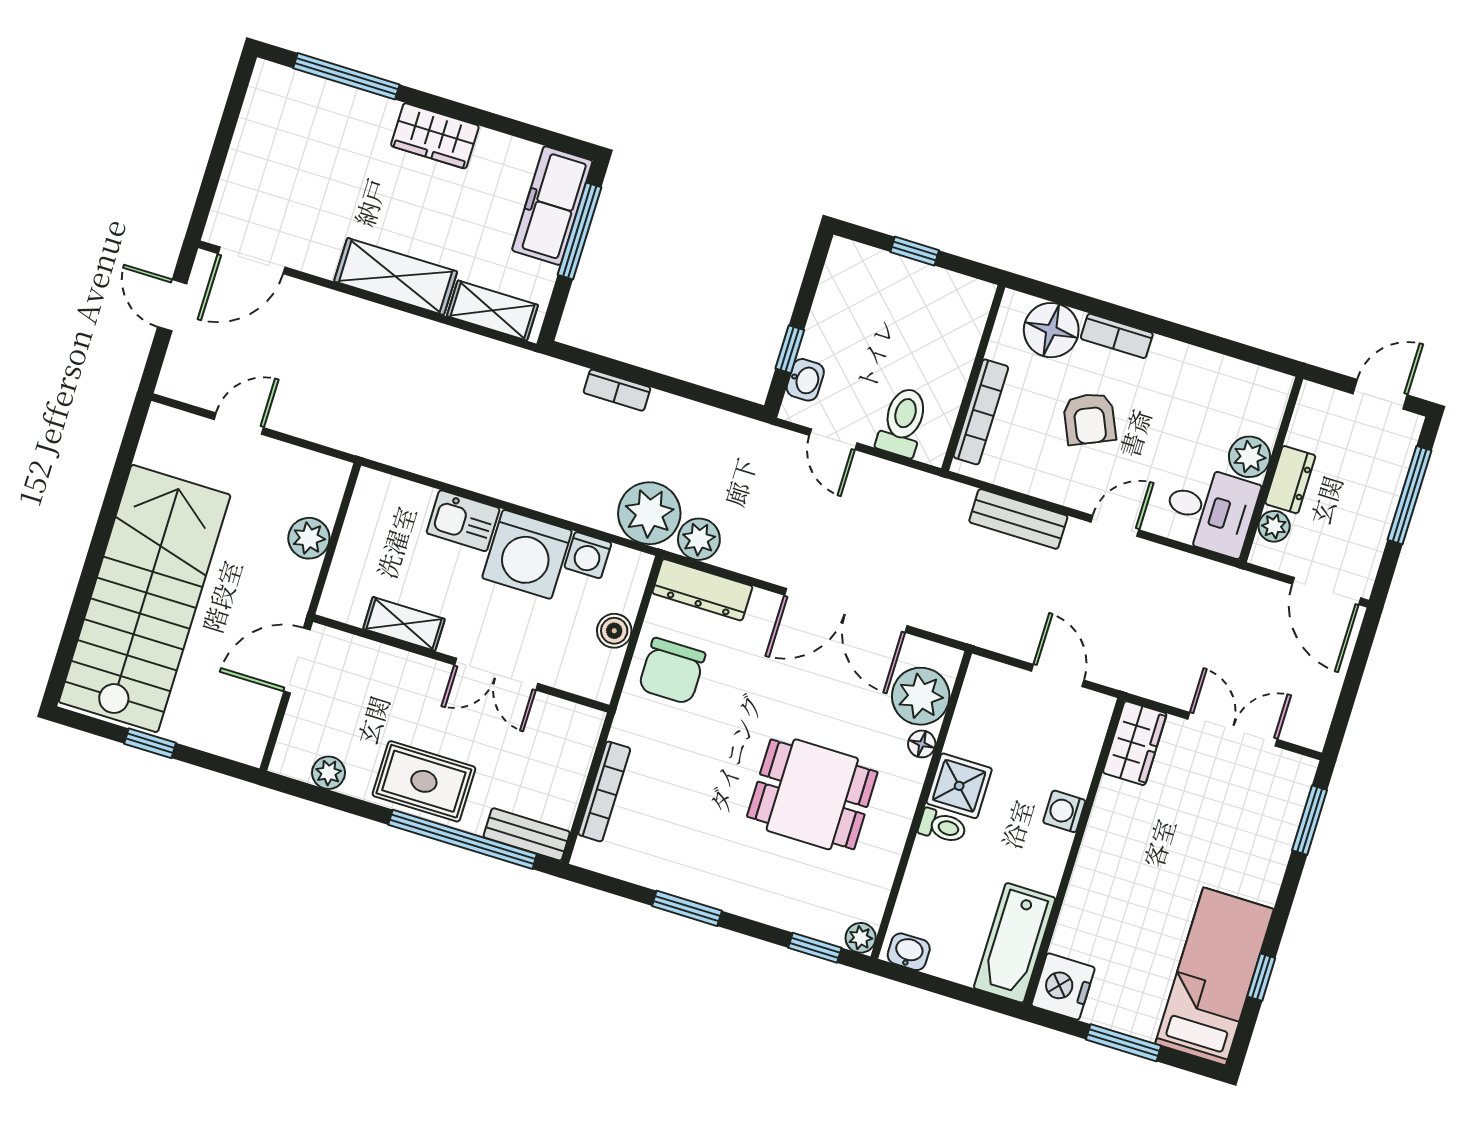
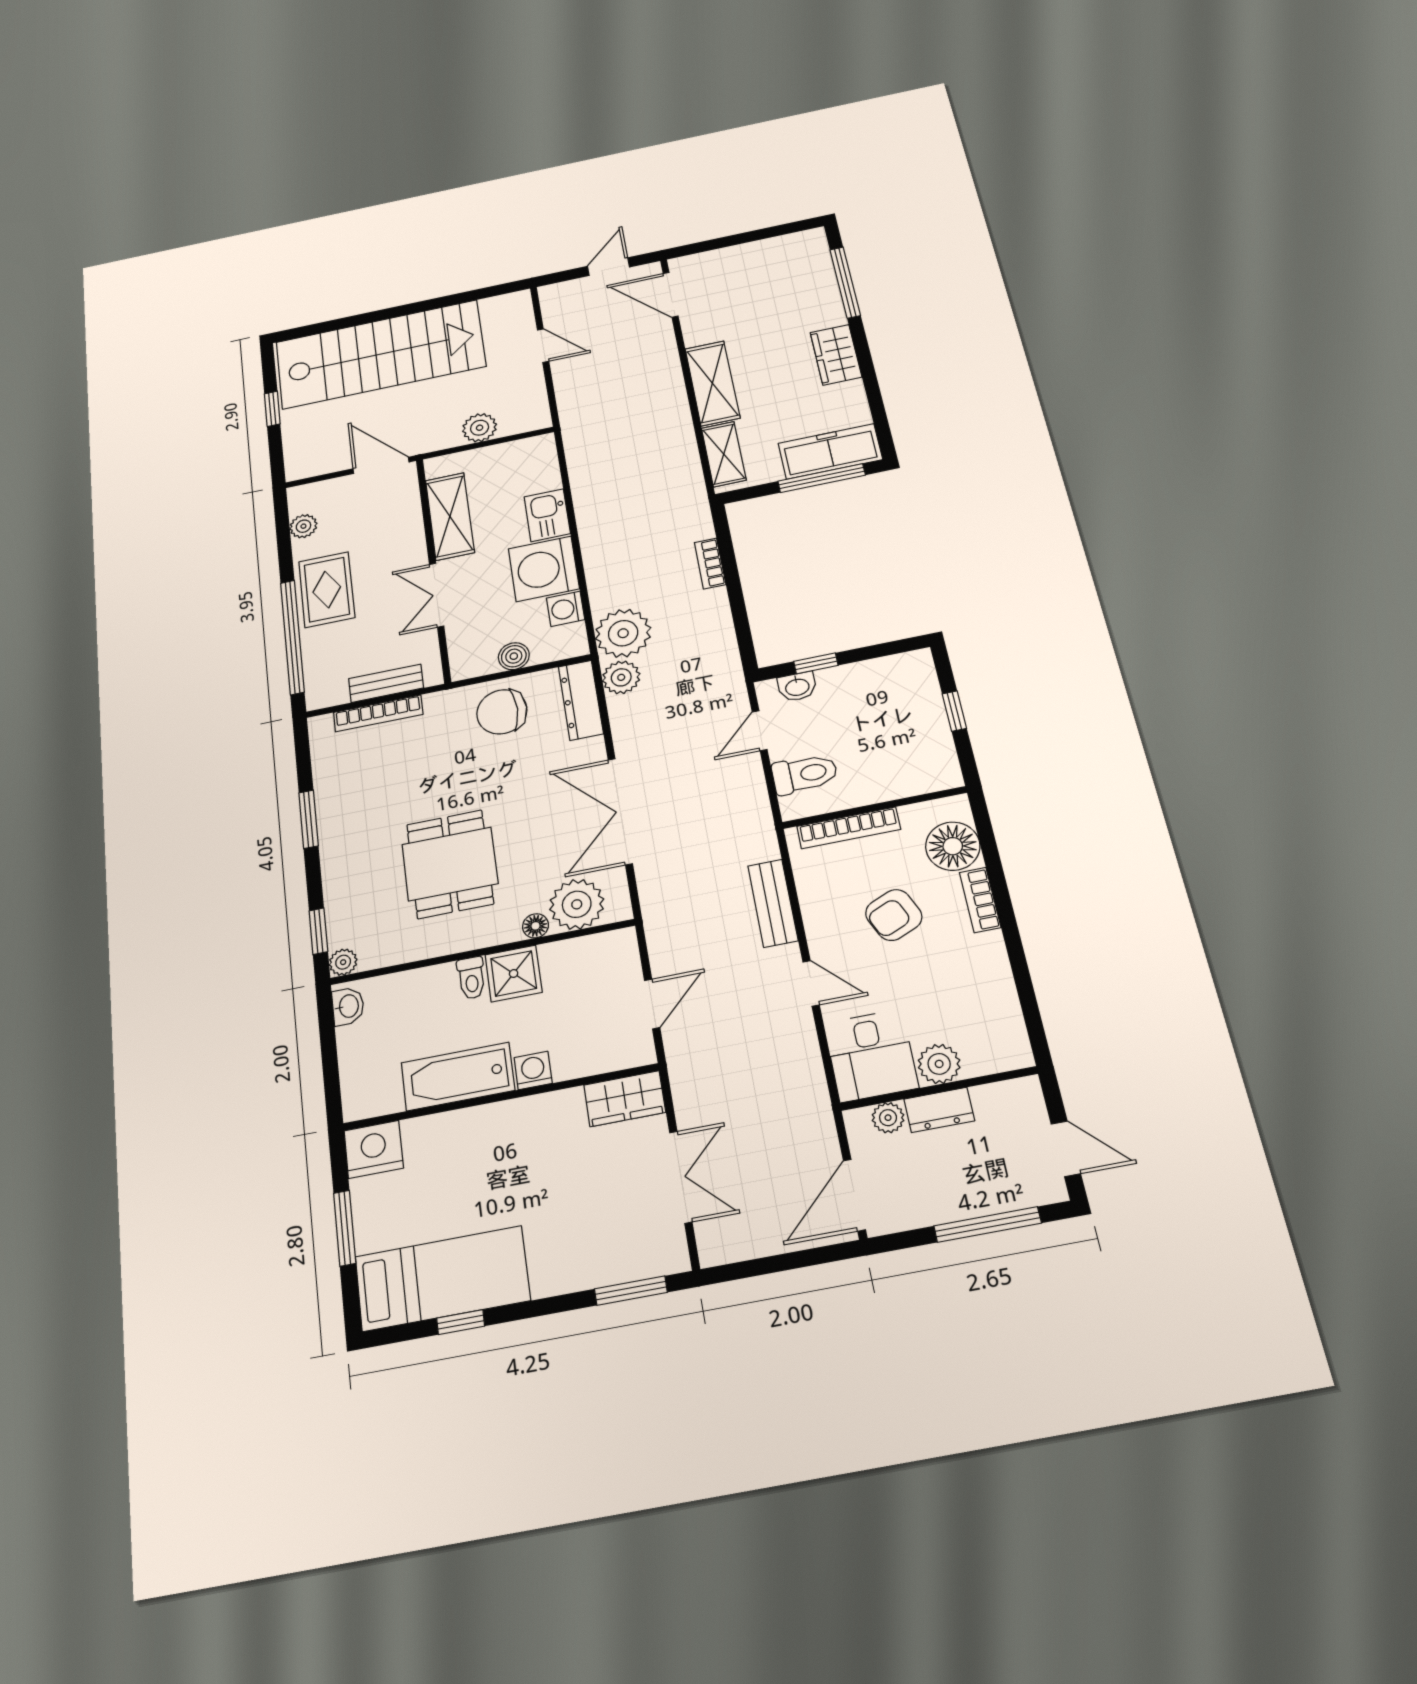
shelving: (404, 624) -> (450, 516), width x1.50, depth x1.33
bench: (527, 834) -> (386, 683), moved, turned 90
bathtub: (1015, 943) -> (458, 1077), moved

